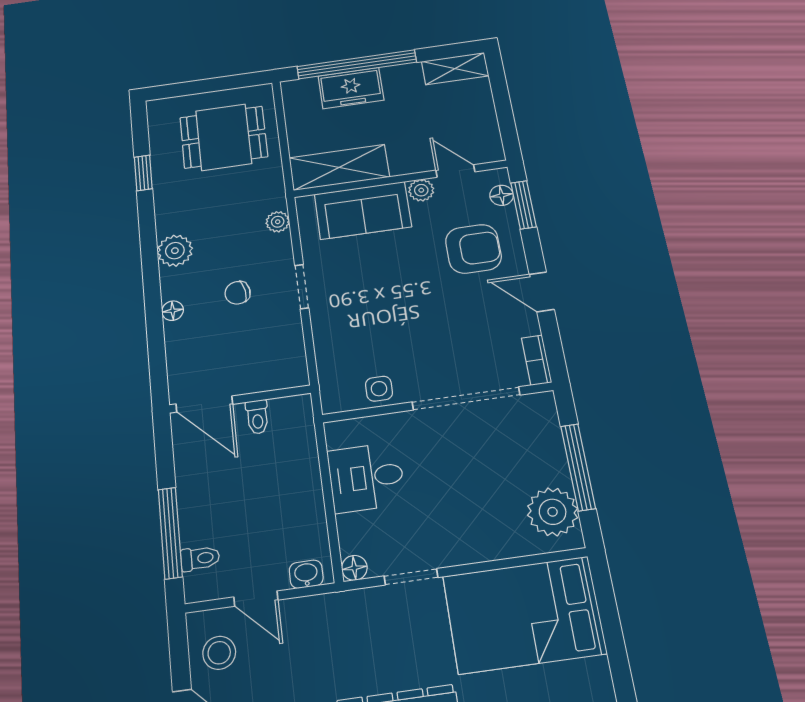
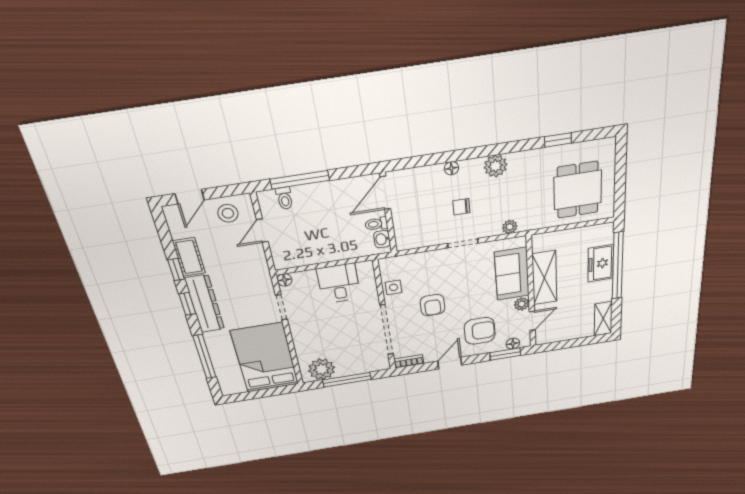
shelving: (339, 167) -> (545, 278), moved
armchair: (473, 249) -> (480, 331), turned -90
chair: (238, 293) -> (461, 207), turned -81
armchair: (418, 326) -> (433, 305), added
washbasin: (306, 574) -> (382, 239), moved, turned 180

